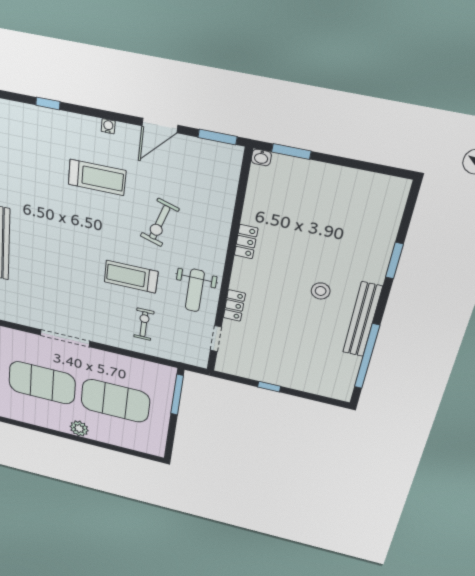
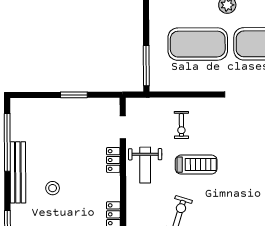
weight bench: (195, 290) -> (145, 165), turned 180
window: (269, 387) -> (74, 95), width x1.50

